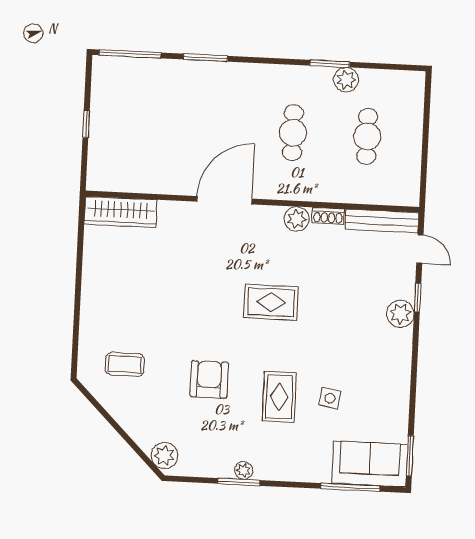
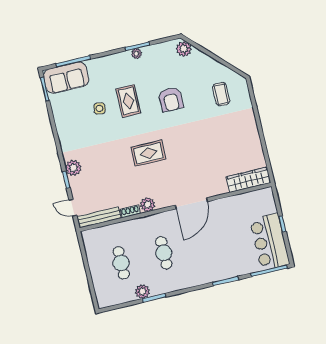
bar counter: (115, 101) -> (270, 242), added
coffee table: (125, 364) -> (221, 94), turned 90

